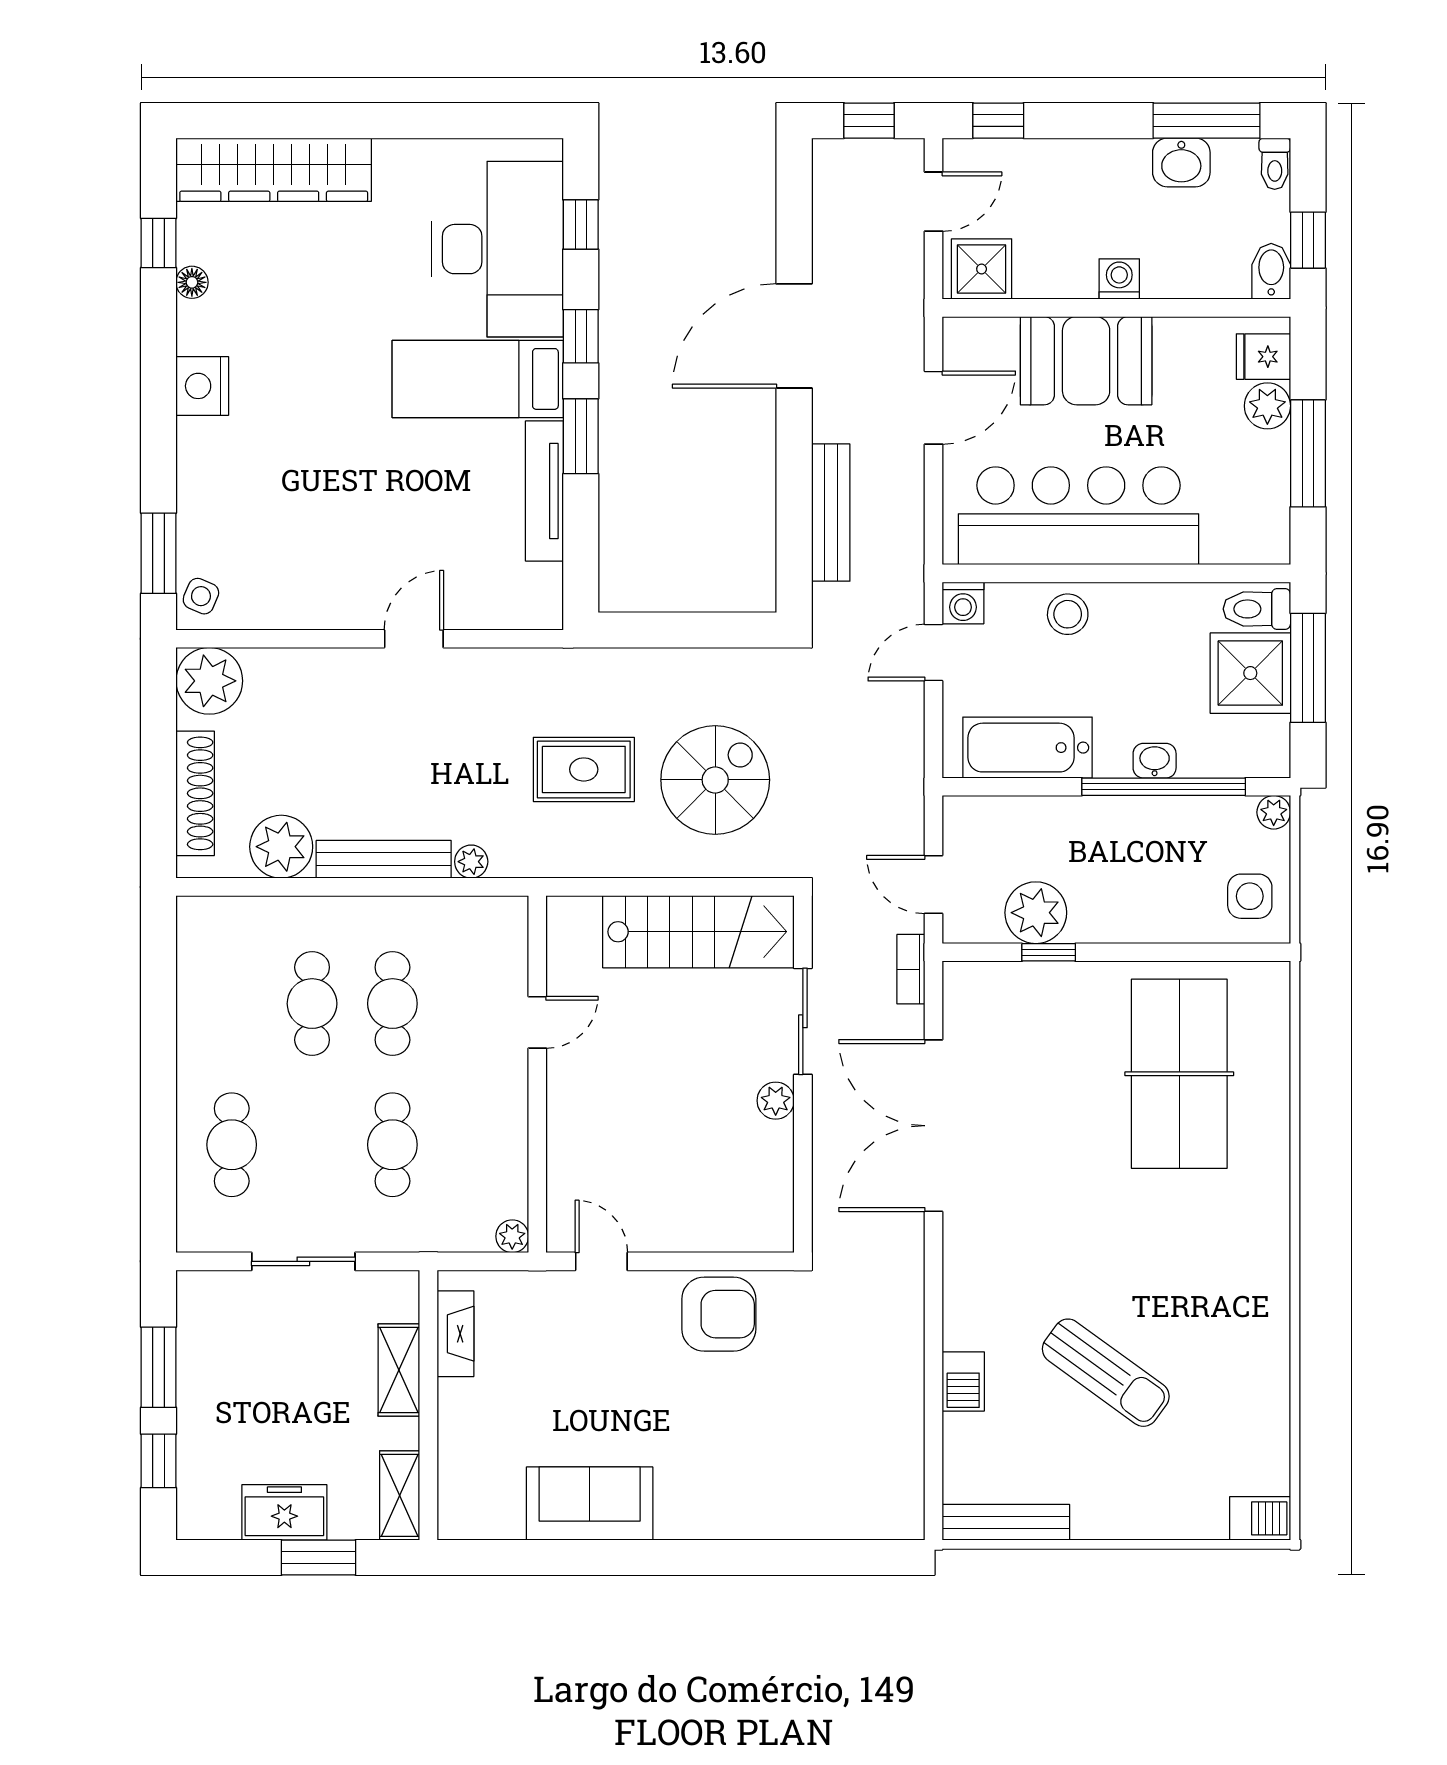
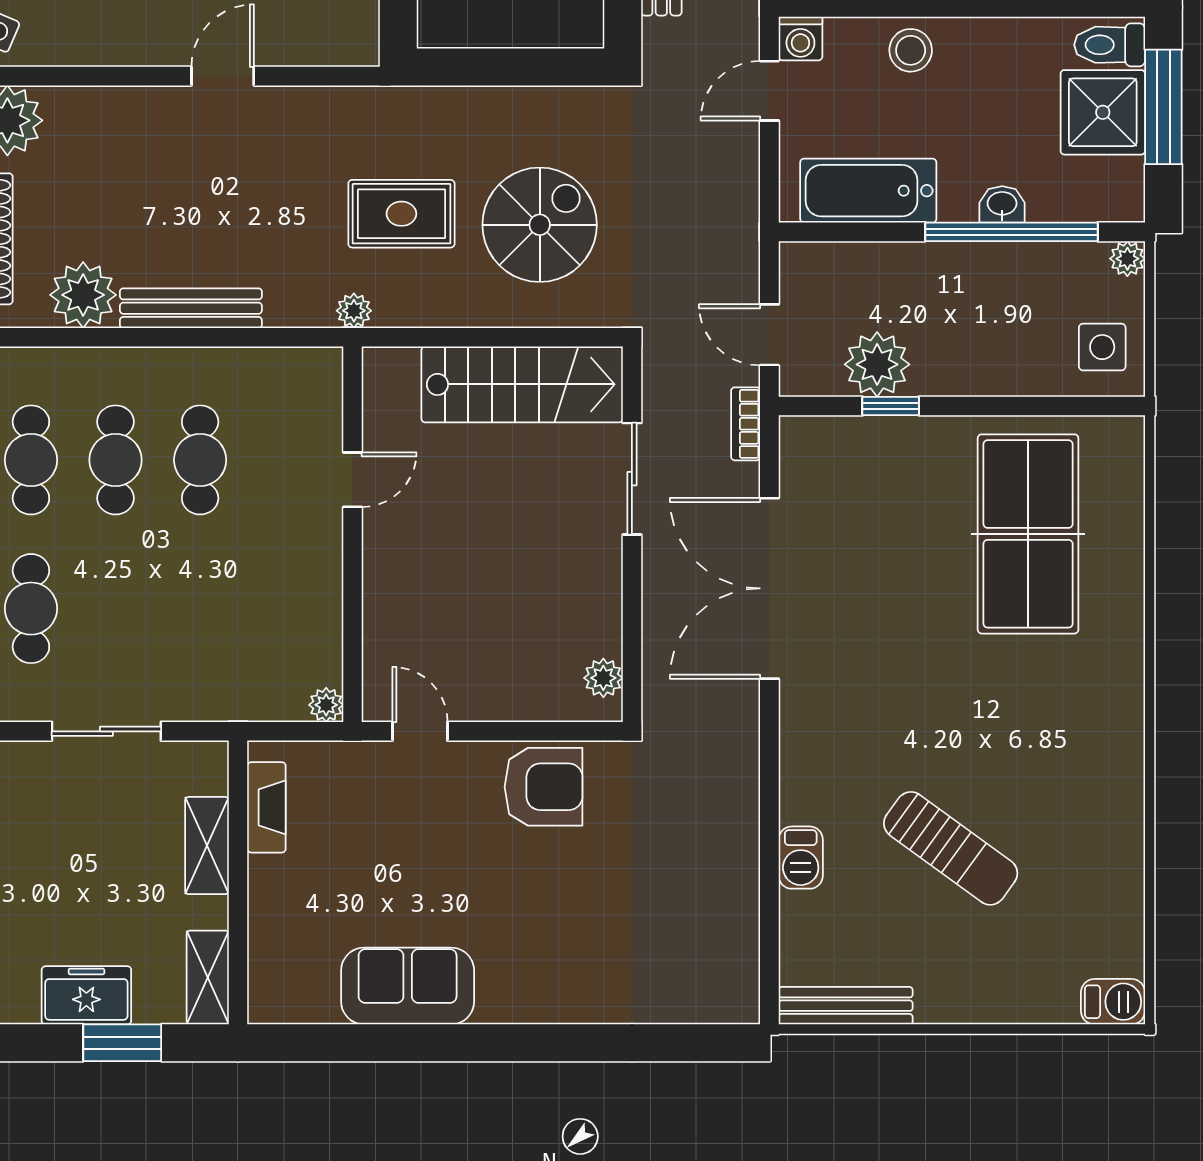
plant: (471, 862) -> (354, 311), moved
plant: (776, 1101) -> (603, 678), moved
cafe table: (392, 1145) -> (31, 460), moved

